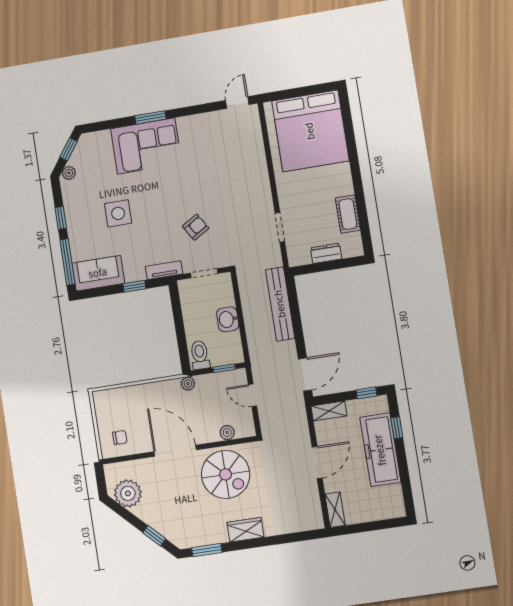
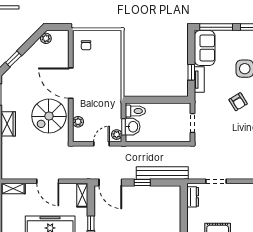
armchair: (196, 227) -> (238, 102), moved
dresser: (326, 253) -> (193, 197), moved
tv unit: (164, 270) -> (199, 80), moved
washbasin: (228, 319) -> (133, 127), moved, turned 90
window: (298, 330) -> (142, 183), added
plant: (188, 384) -> (117, 135), moved
door: (175, 451) -> (71, 83), swing flipped
plant: (128, 493) -> (46, 38), width x0.53, depth x0.53

